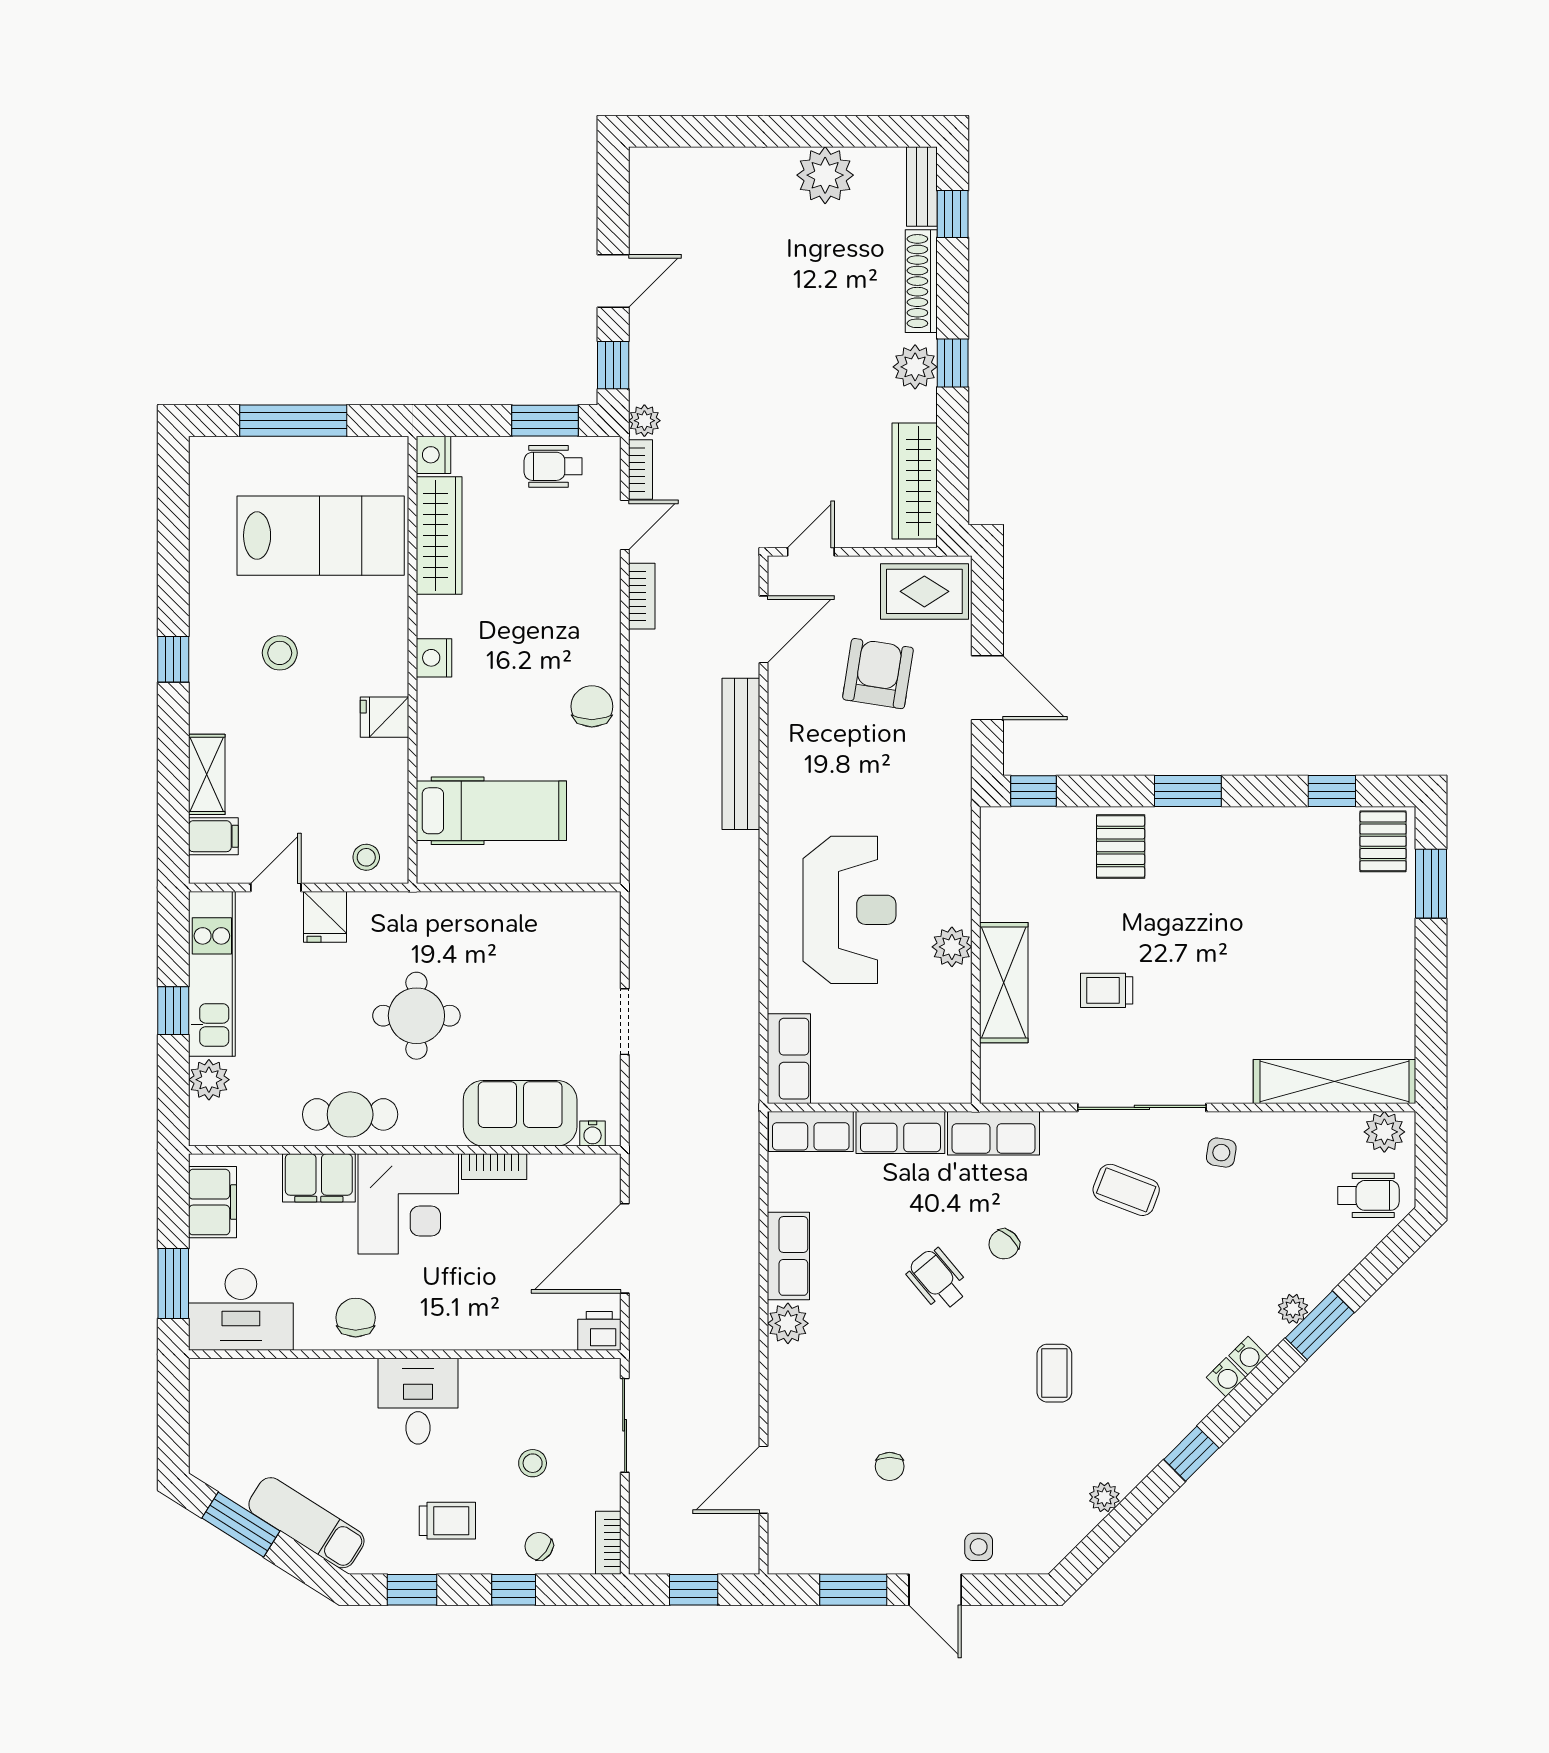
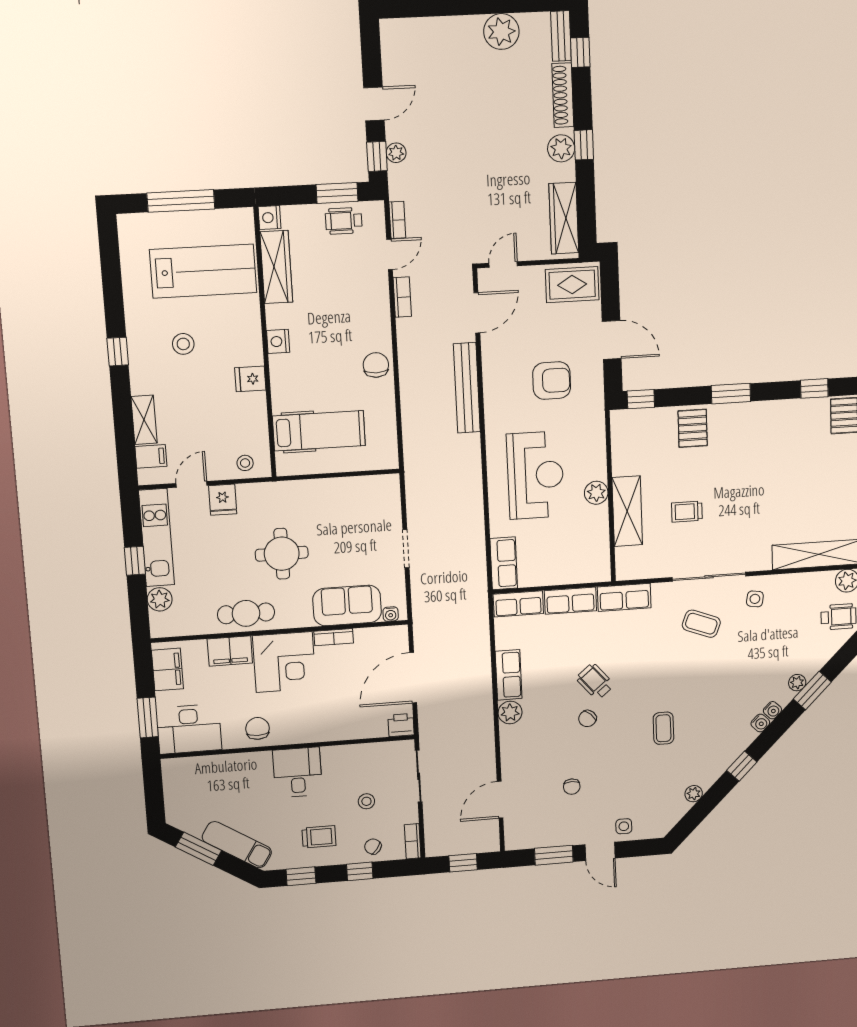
plant: (644, 421) -> (396, 153), moved
armchair: (878, 674) -> (552, 381), moved, turned 81
chair: (1004, 1244) -> (587, 719), moved

